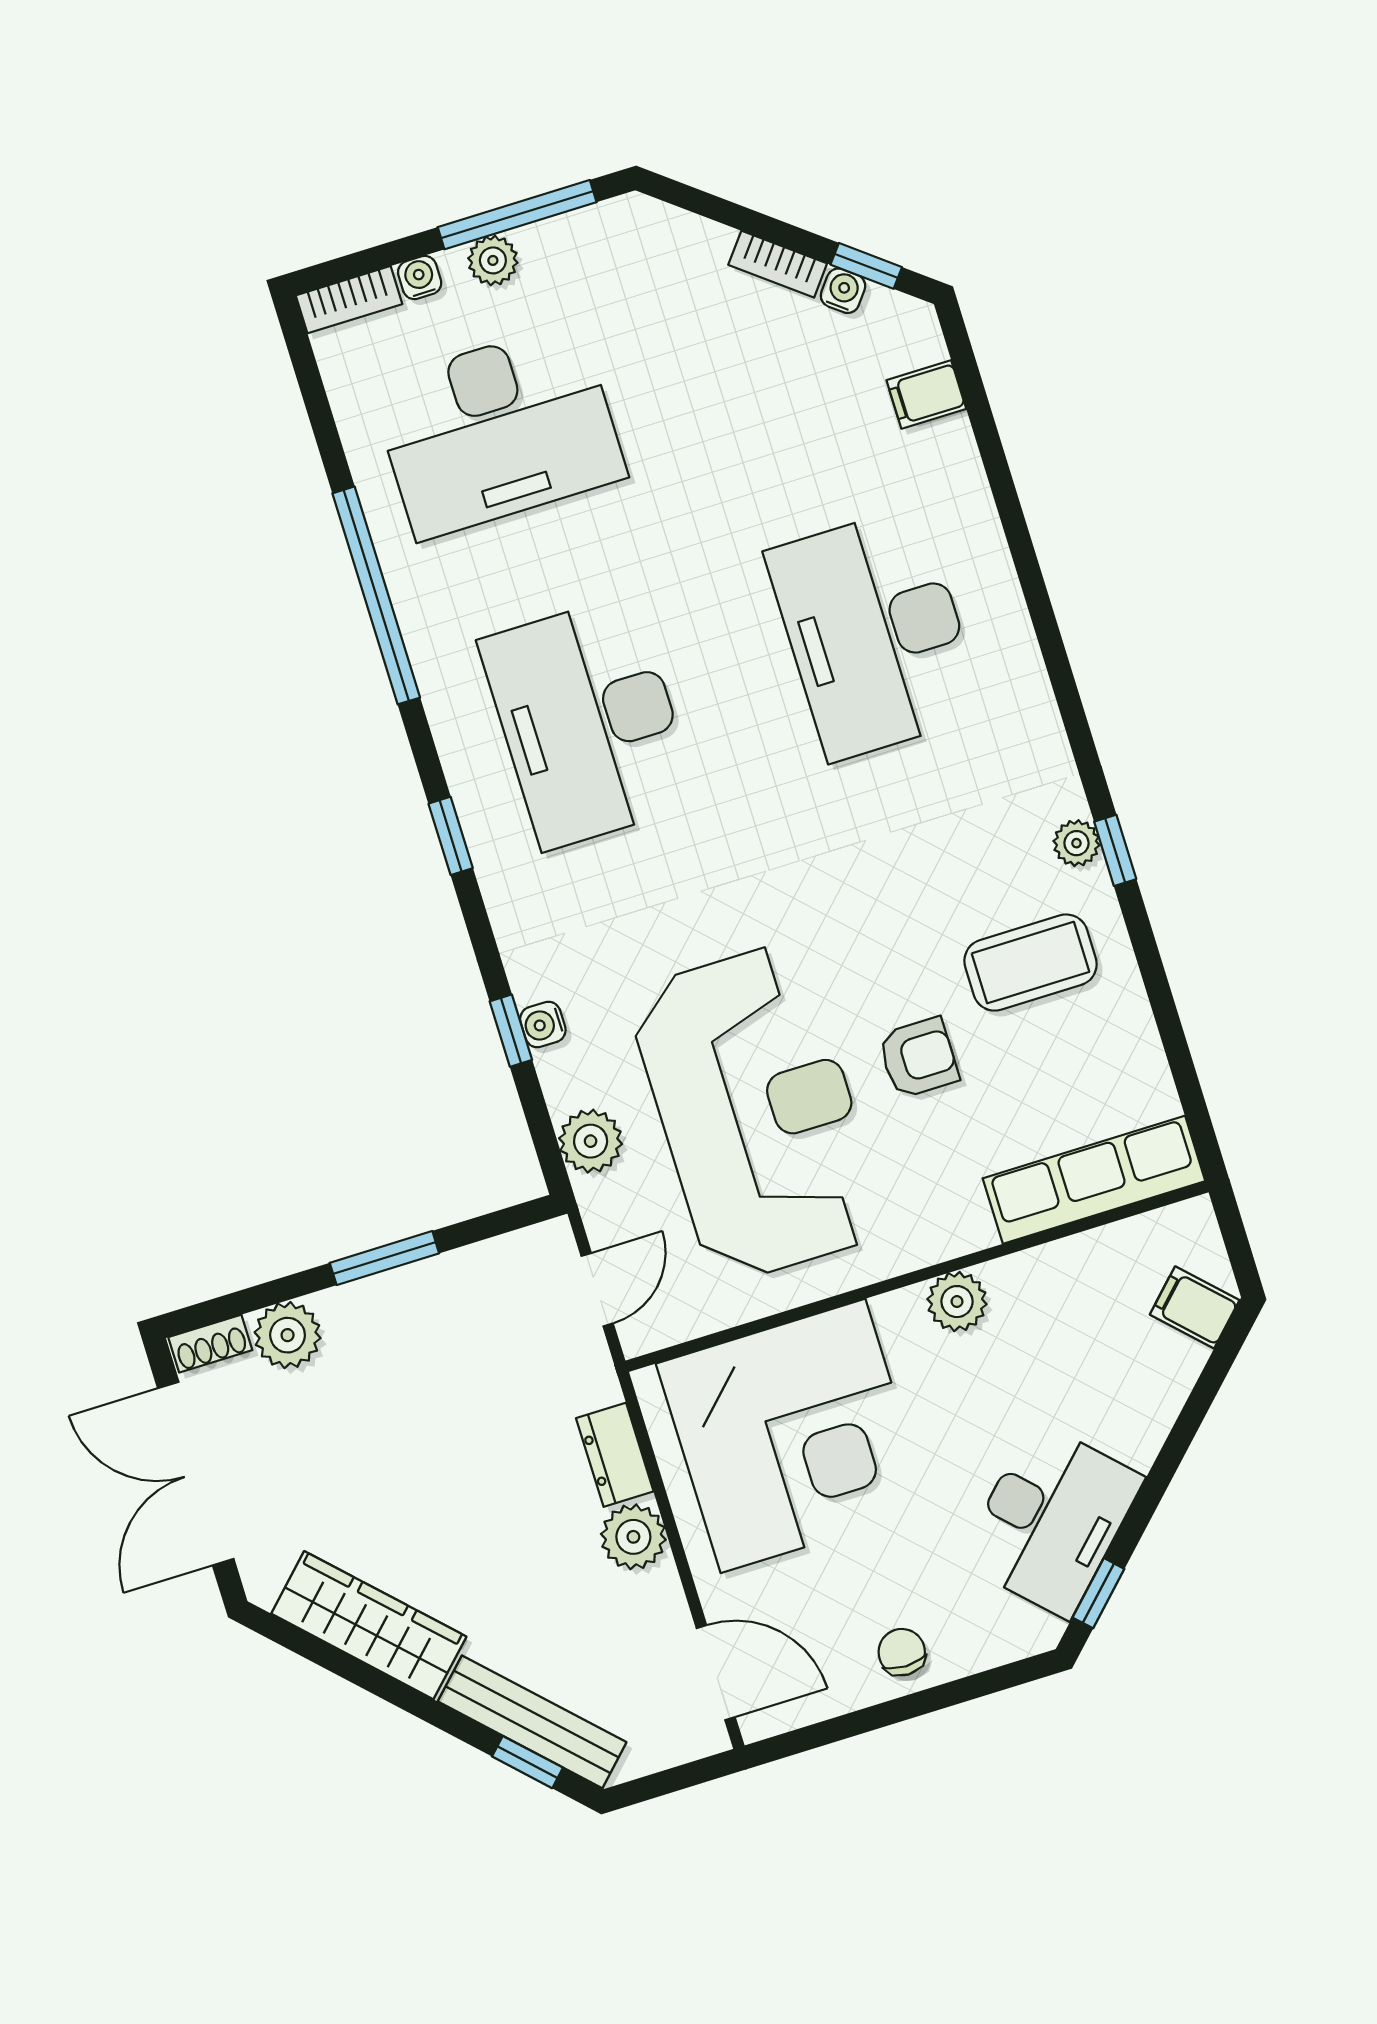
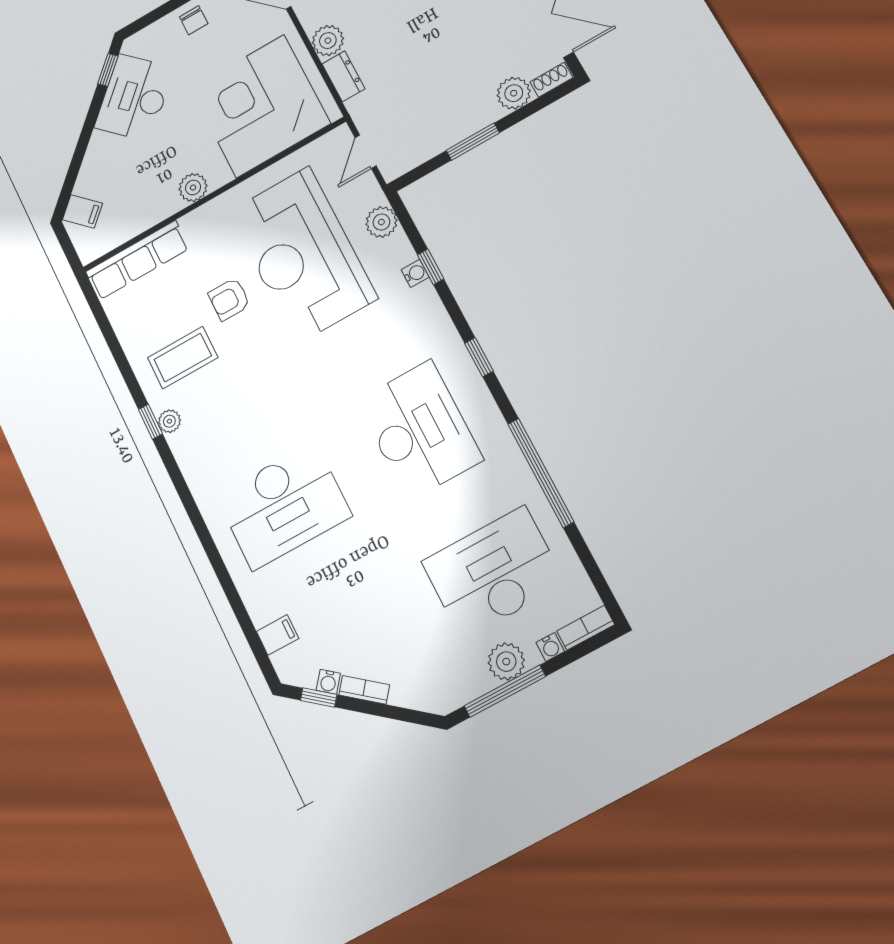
plant: (493, 260) -> (506, 662), width x1.38, depth x1.38
desk: (875, 633) -> (284, 506), turned 90

